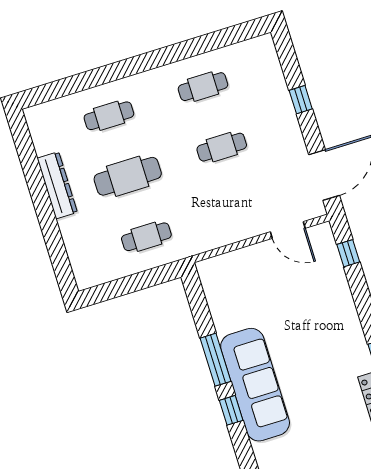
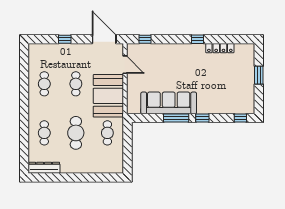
dresser: (57, 185) -> (44, 168), moved
booth: (218, 217) -> (108, 96), added
door: (288, 230) -> (125, 65), hinge flipped
sofa: (255, 385) -> (169, 103), moved

